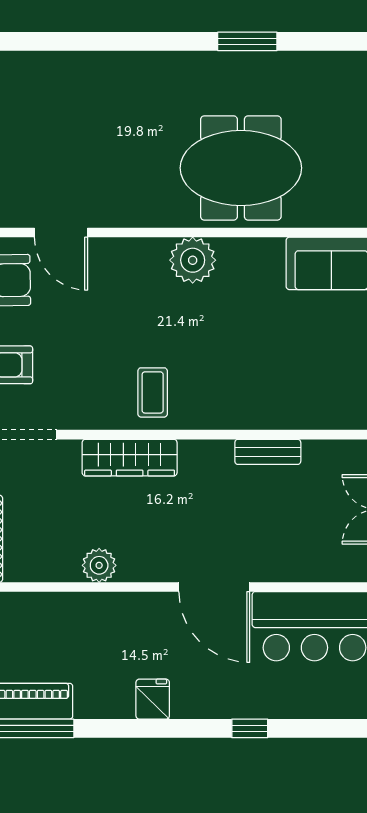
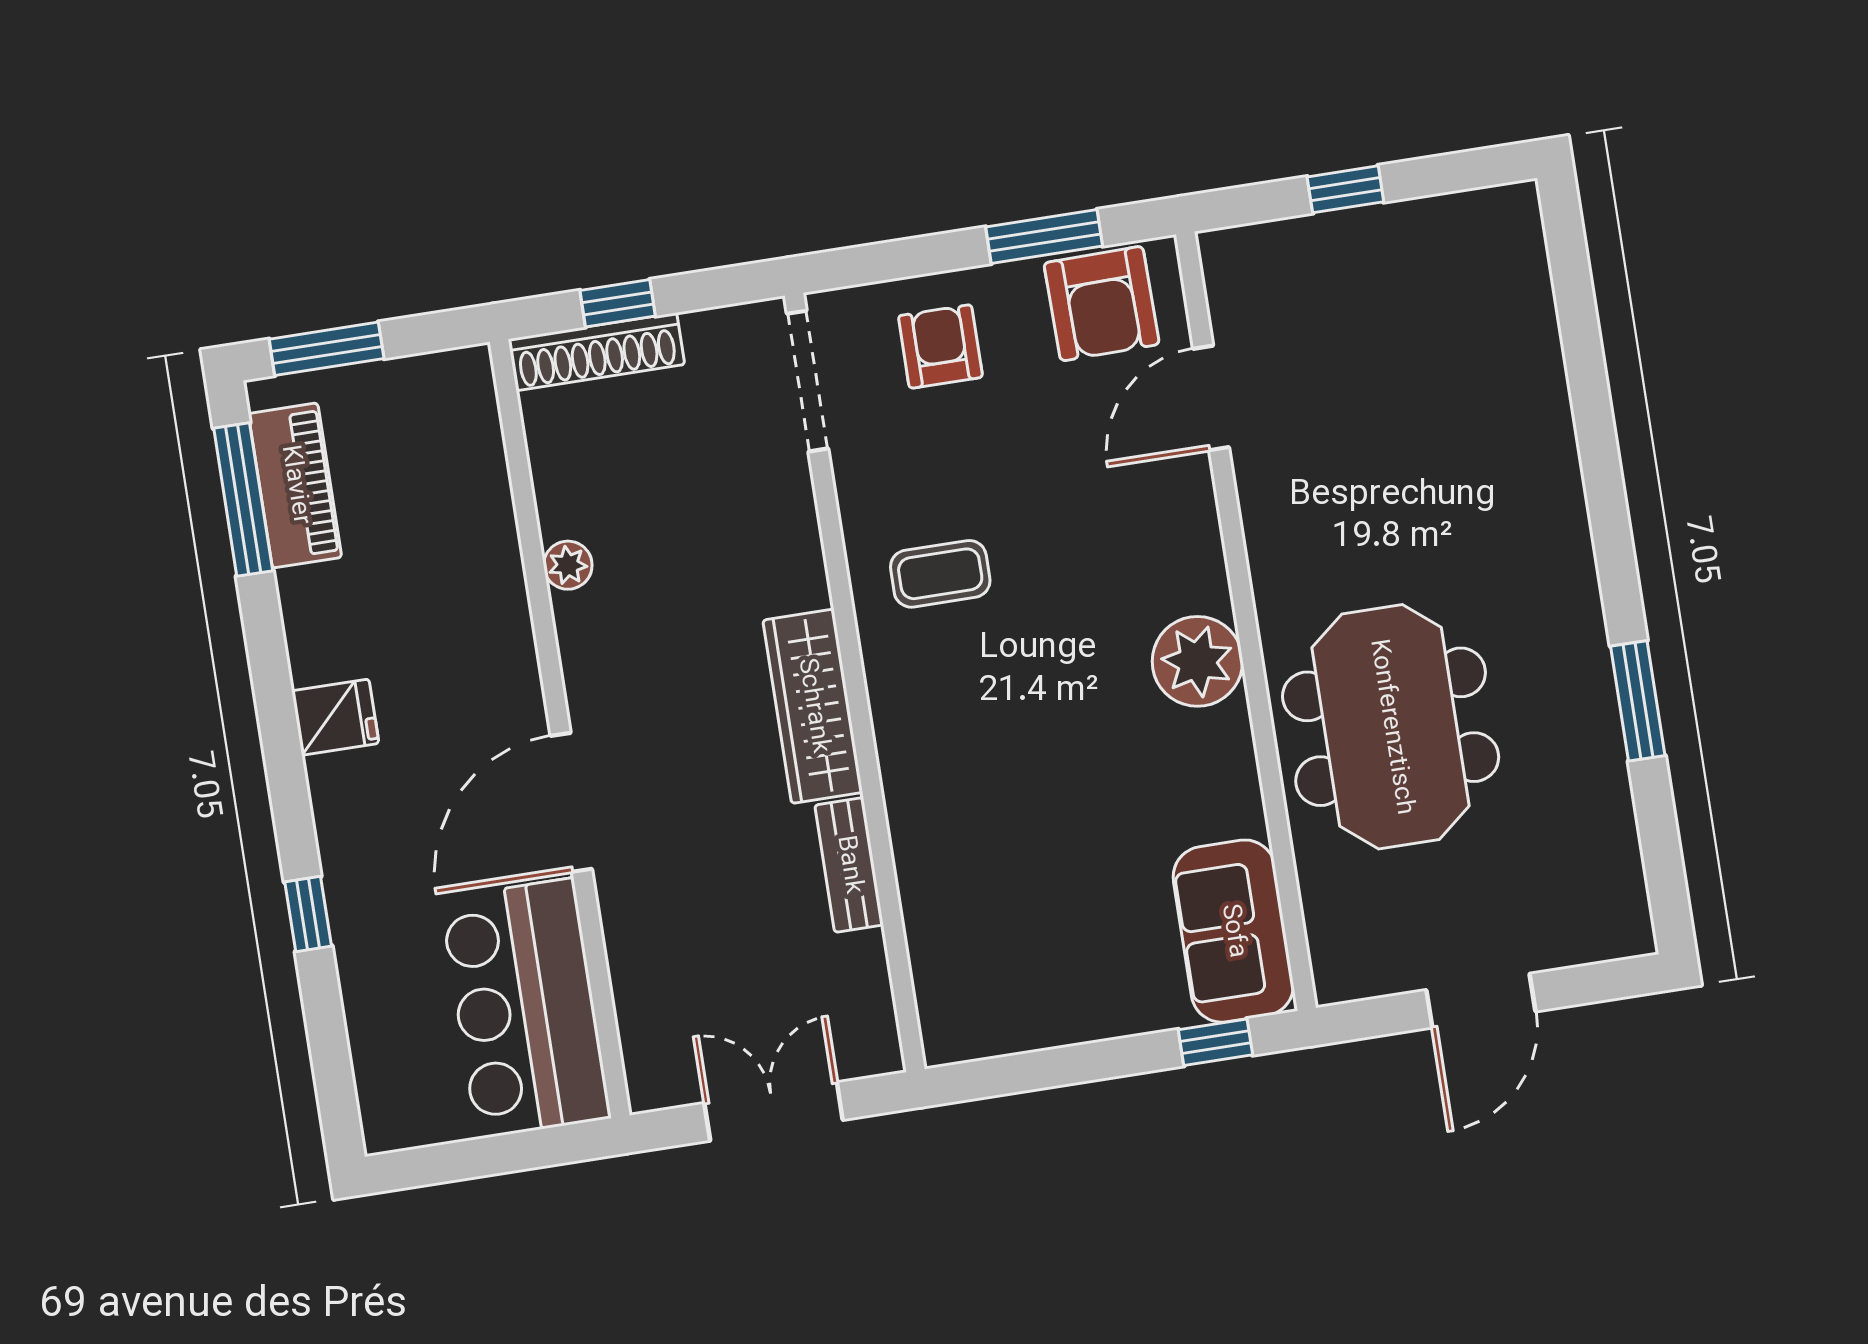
coffee table: (153, 392) -> (940, 574), moved
wardrobe: (130, 458) -> (813, 706), moved
plant: (99, 565) -> (568, 565), width x0.73, depth x0.73

